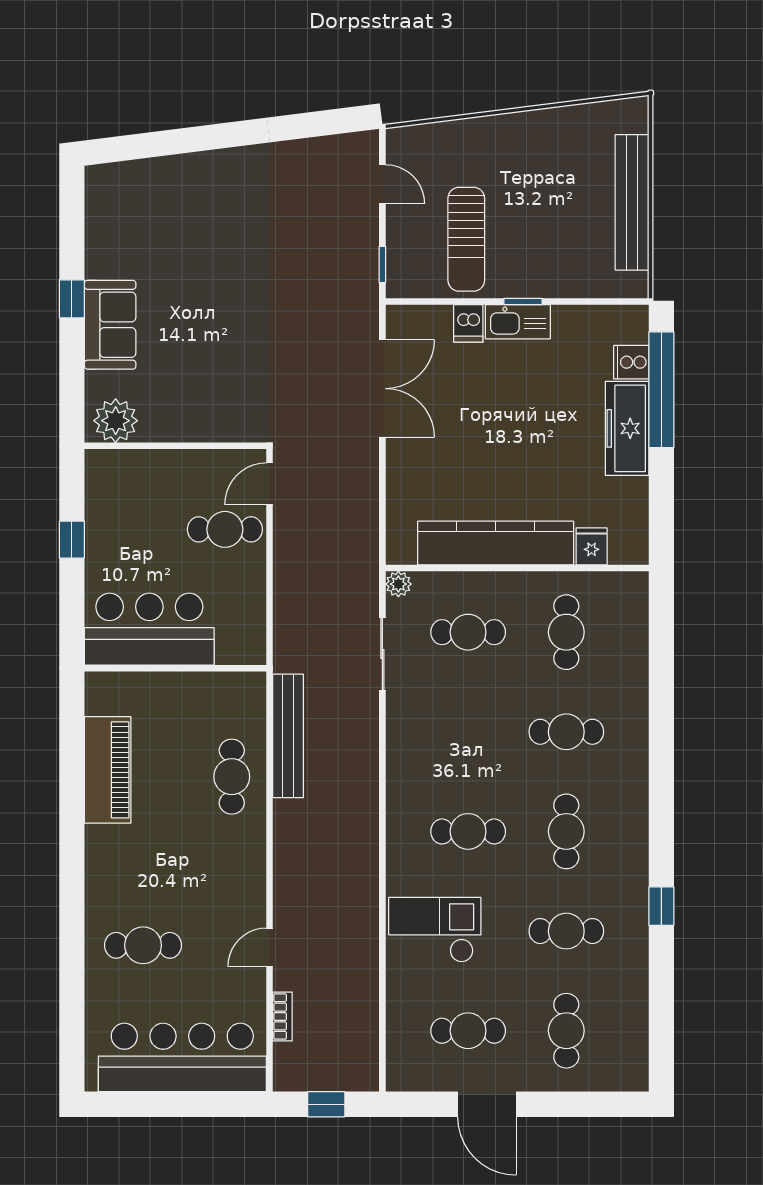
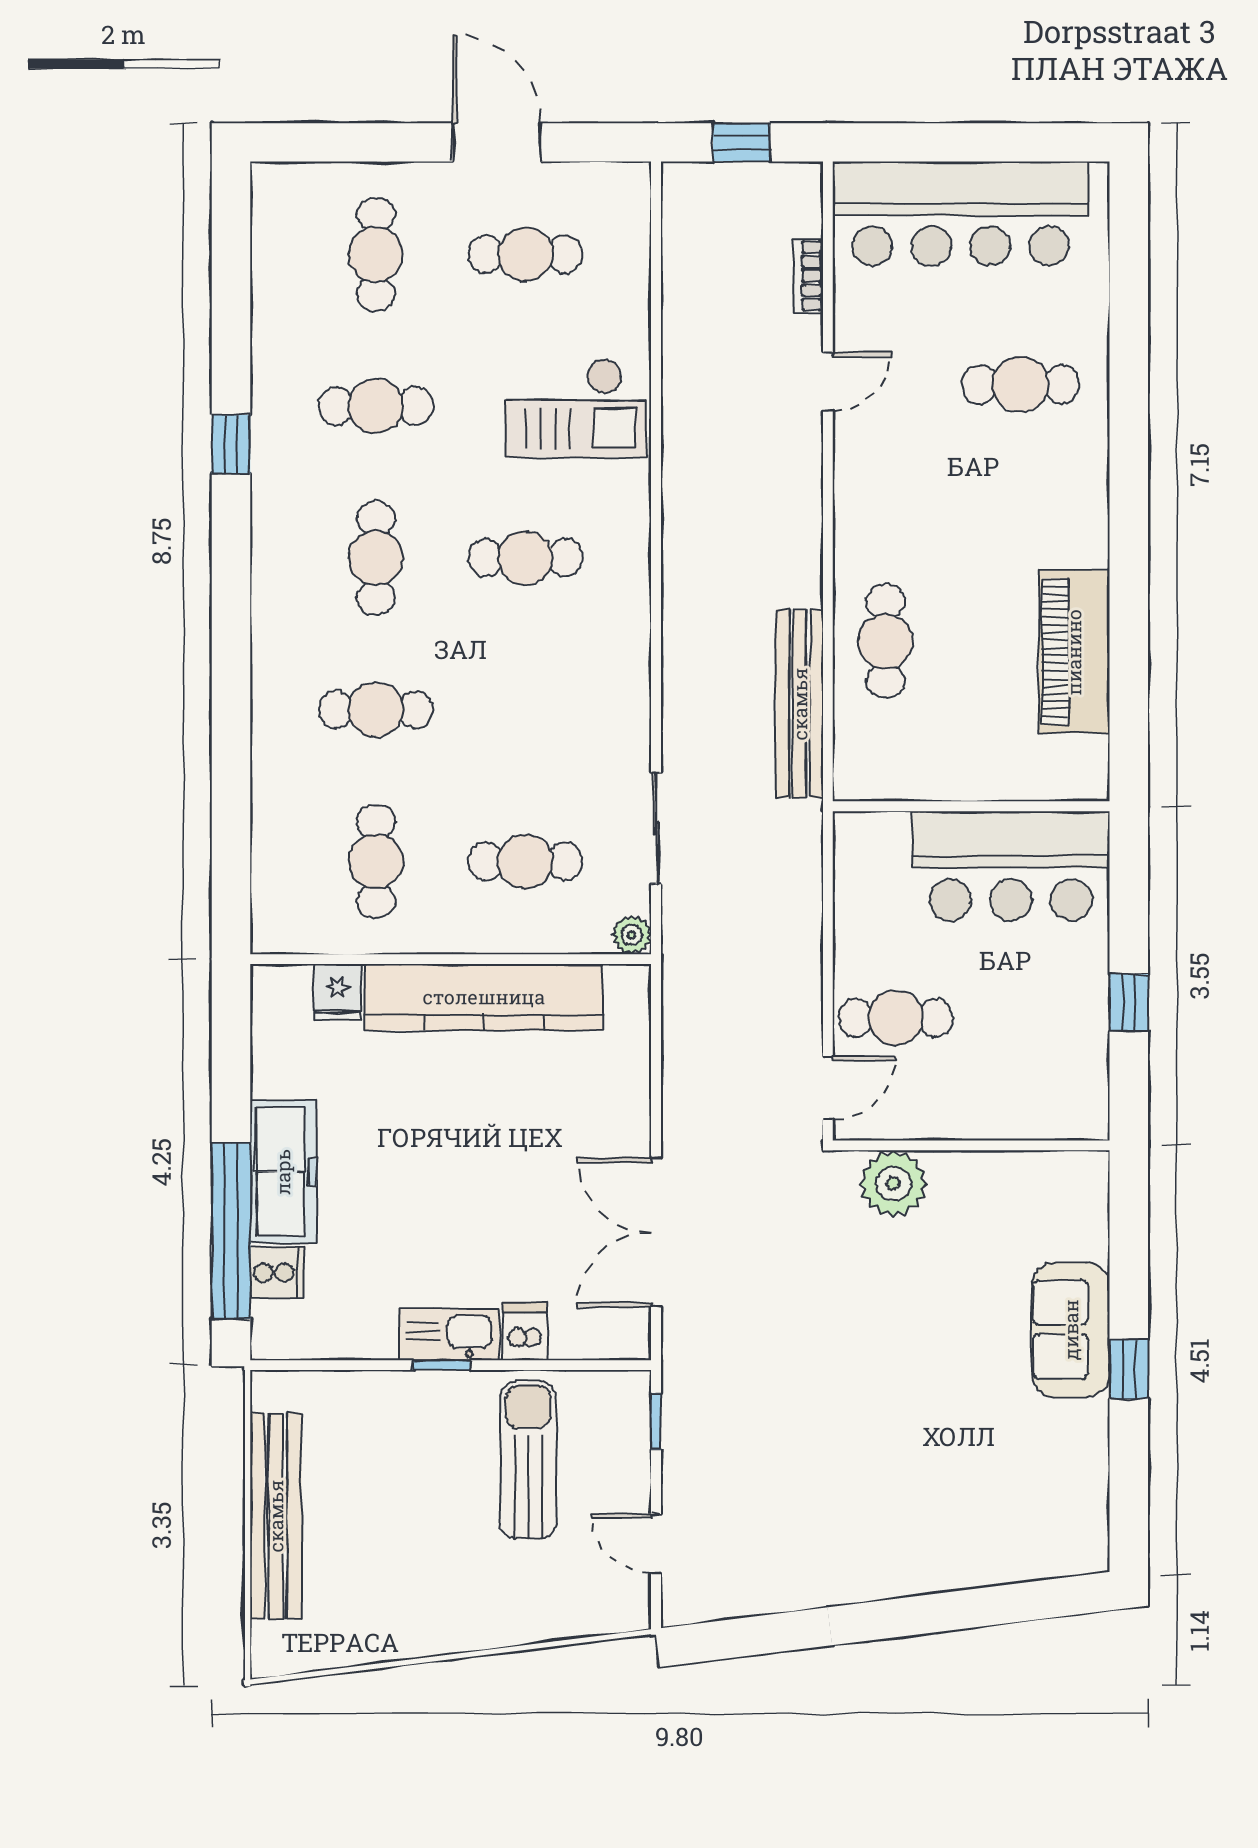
plant: (116, 421) -> (893, 1184), moved

